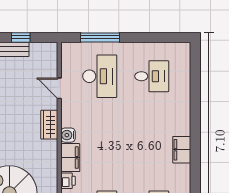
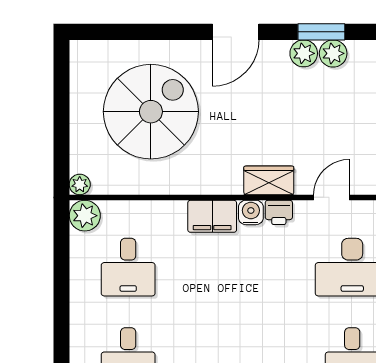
printer: (68, 181) -> (279, 212), moved

